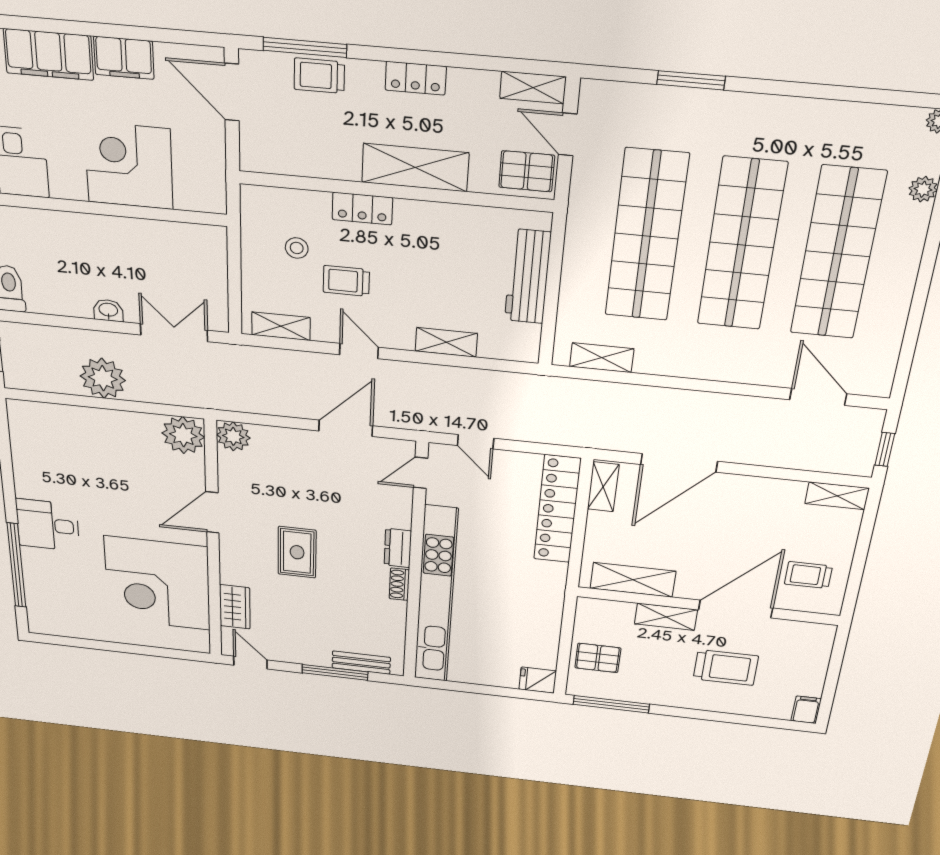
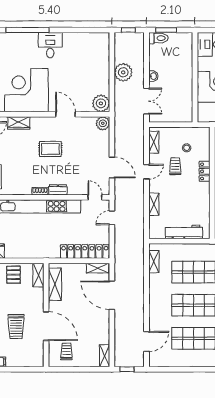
shelving: (666, 617) -> (38, 275), moved

